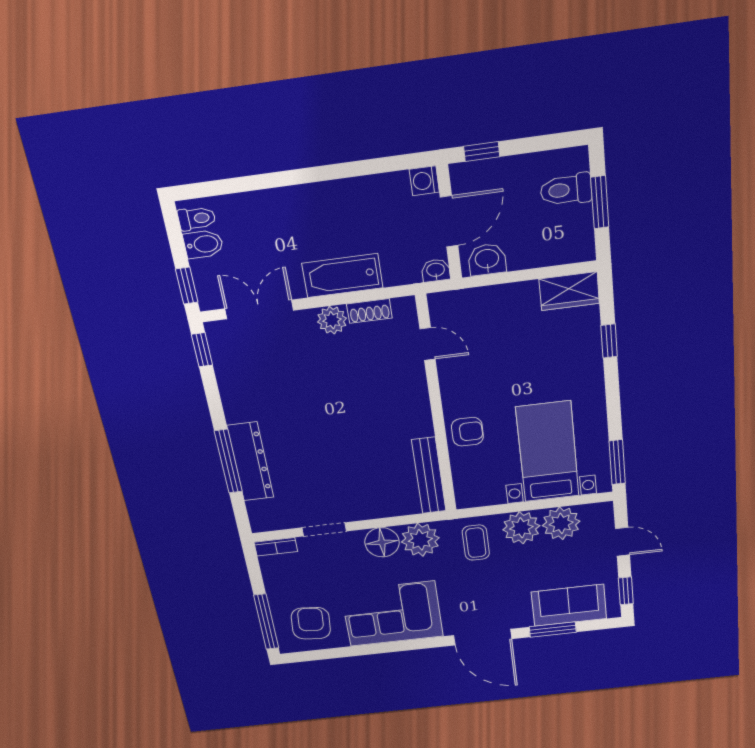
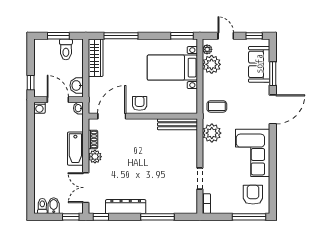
toilet: (566, 190) -> (66, 49), moved
wardrobe: (569, 291) -> (96, 58), width x1.50
window: (609, 341) -> (121, 36), width x2.17
door: (427, 344) -> (112, 116), width x1.88
armchair: (467, 432) -> (140, 103), moved
dresser: (250, 462) -> (126, 207), moved
plant: (521, 528) -> (207, 49), moved, width x0.53, depth x0.53
floor lamp: (382, 542) -> (211, 152), removed
door: (623, 542) -> (226, 36), hinge flipped
armchair: (311, 623) -> (253, 195), turned 85

